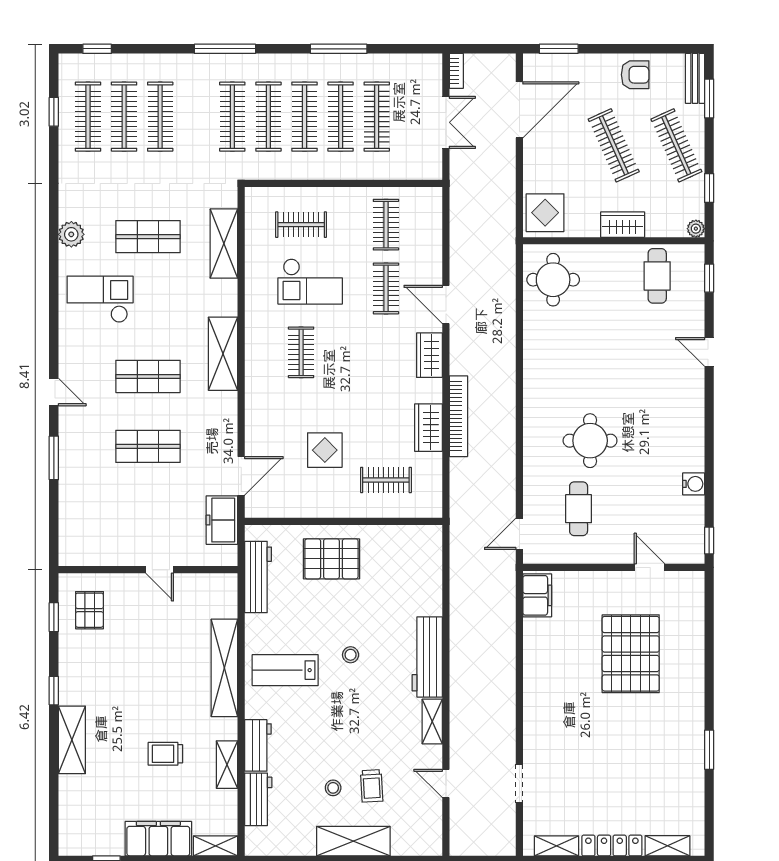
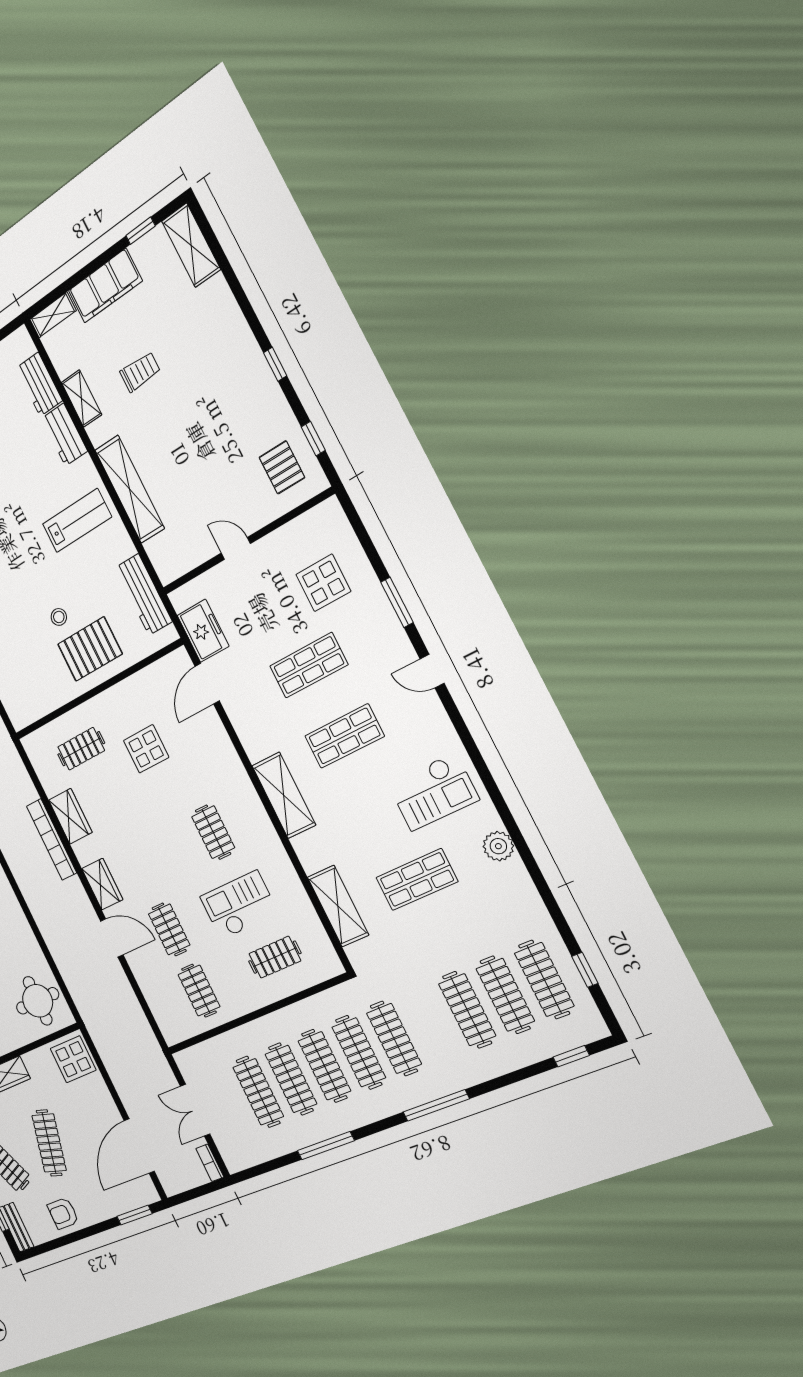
clothes rail: (614, 145) -> (49, 1143), turned 39
display table: (103, 504) -> (323, 583), added
stool: (351, 655) -> (59, 617), moved
shelving: (72, 740) -> (191, 245), moved

